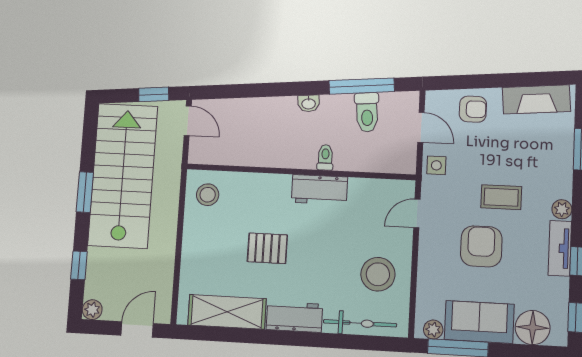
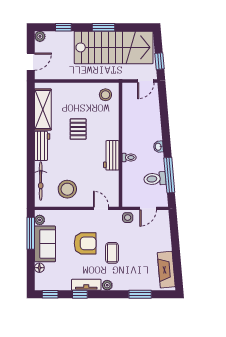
armchair: (473, 109) -> (159, 236), removed
floor lamp: (533, 328) -> (39, 268), width x0.53, depth x0.53
door: (137, 329) -> (31, 62), hinge flipped

